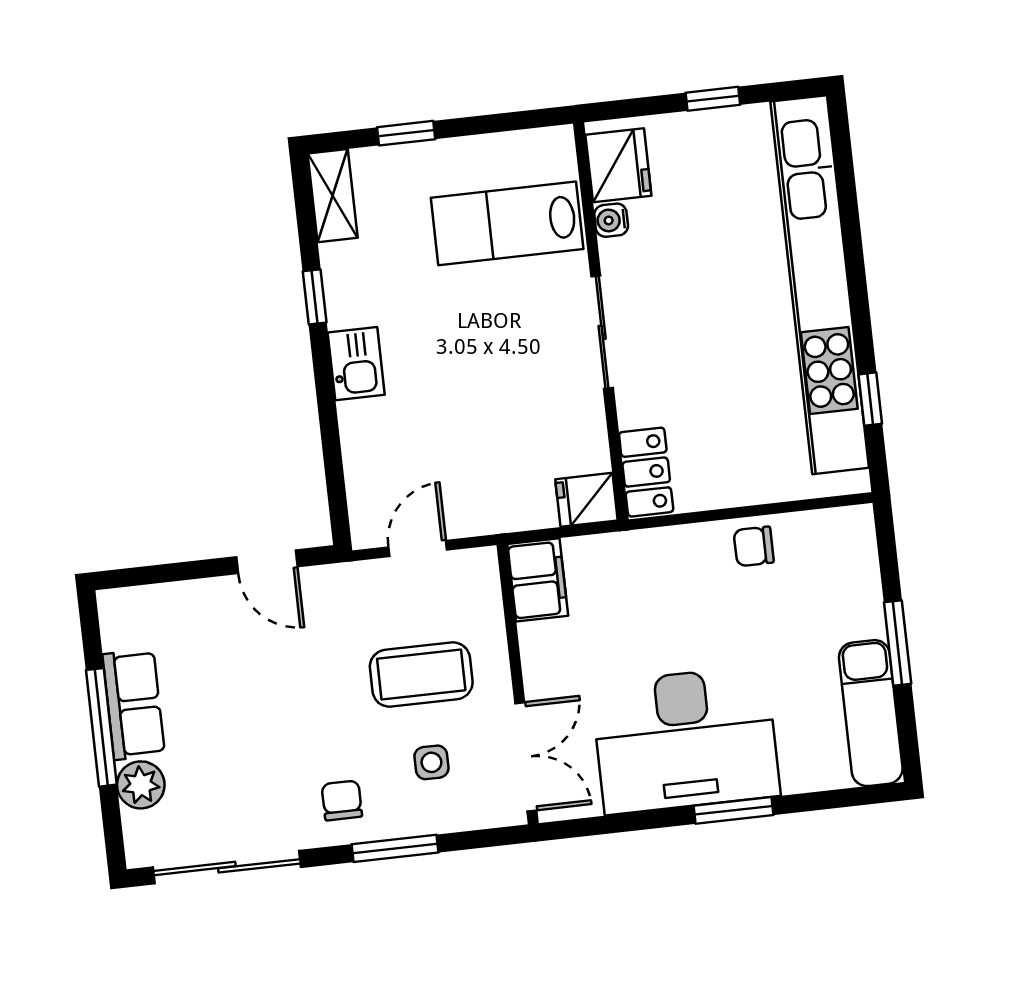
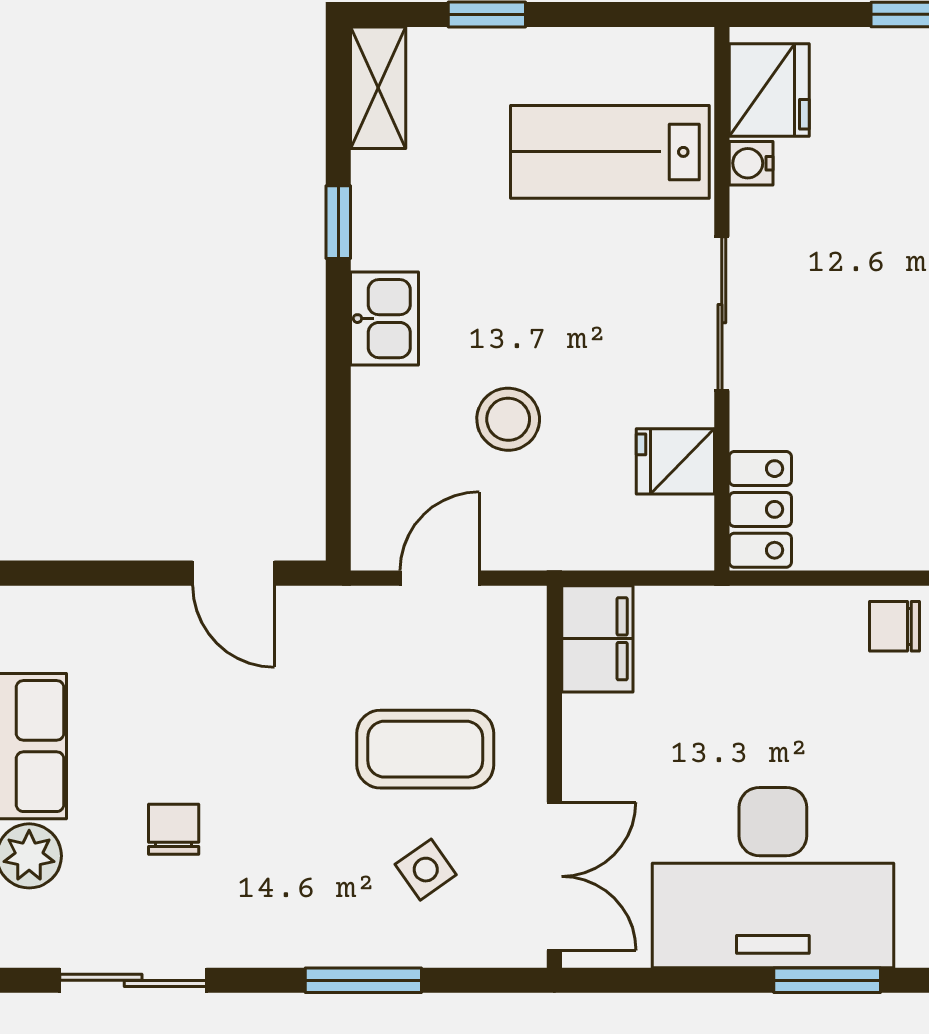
stool: (455, 427) -> (508, 419), added
fridge: (587, 500) -> (675, 461), moved
side table: (431, 762) -> (426, 870), turned -35
chair: (342, 800) -> (174, 829), moved
sliding door: (227, 867) -> (133, 980), width x0.73

